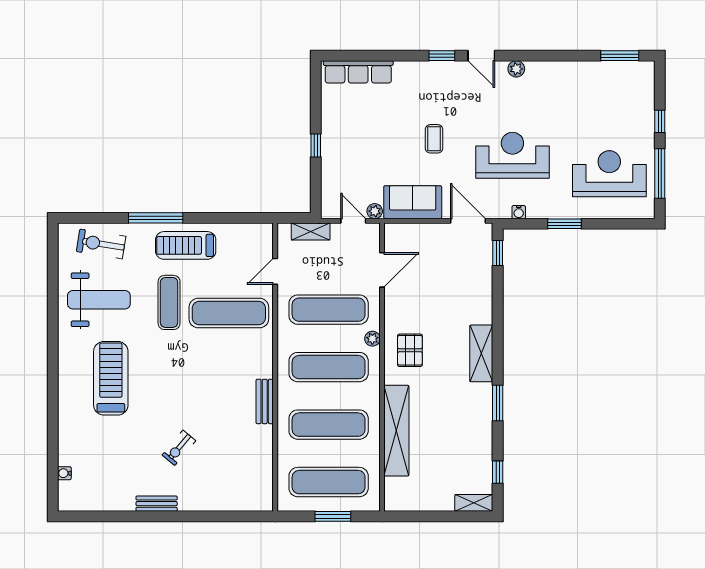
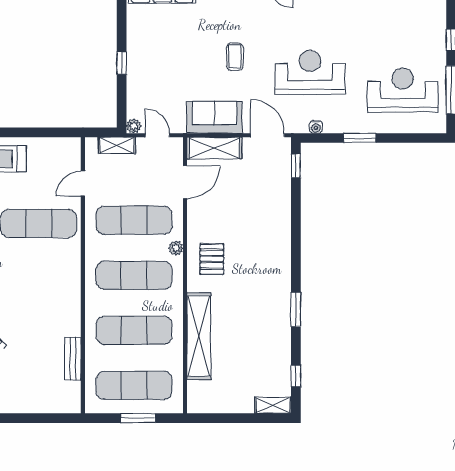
plant: (375, 211) -> (134, 126), moved
shelving: (481, 353) -> (214, 148), moved, turned 90
bench: (265, 401) -> (73, 359), moved

